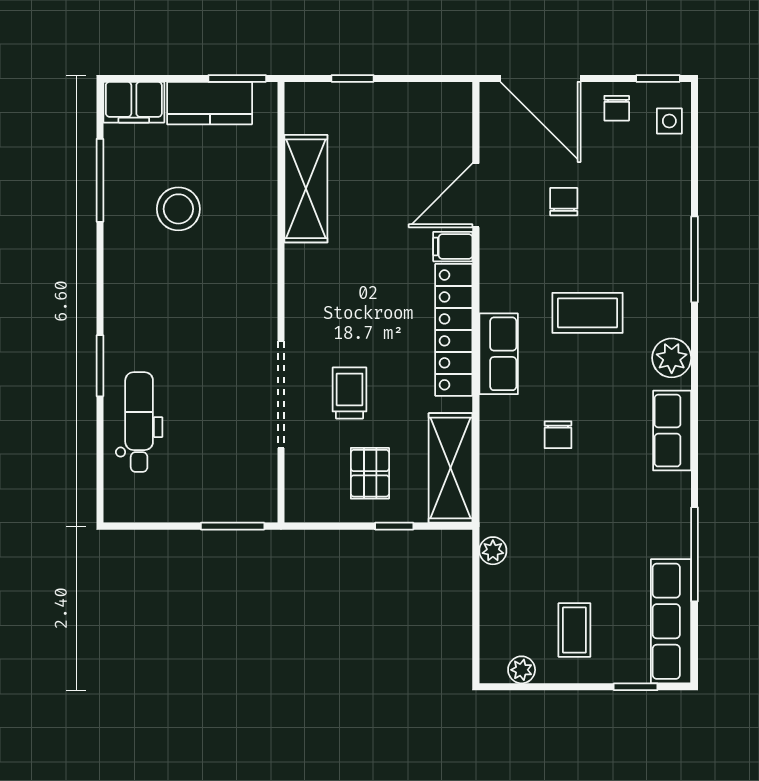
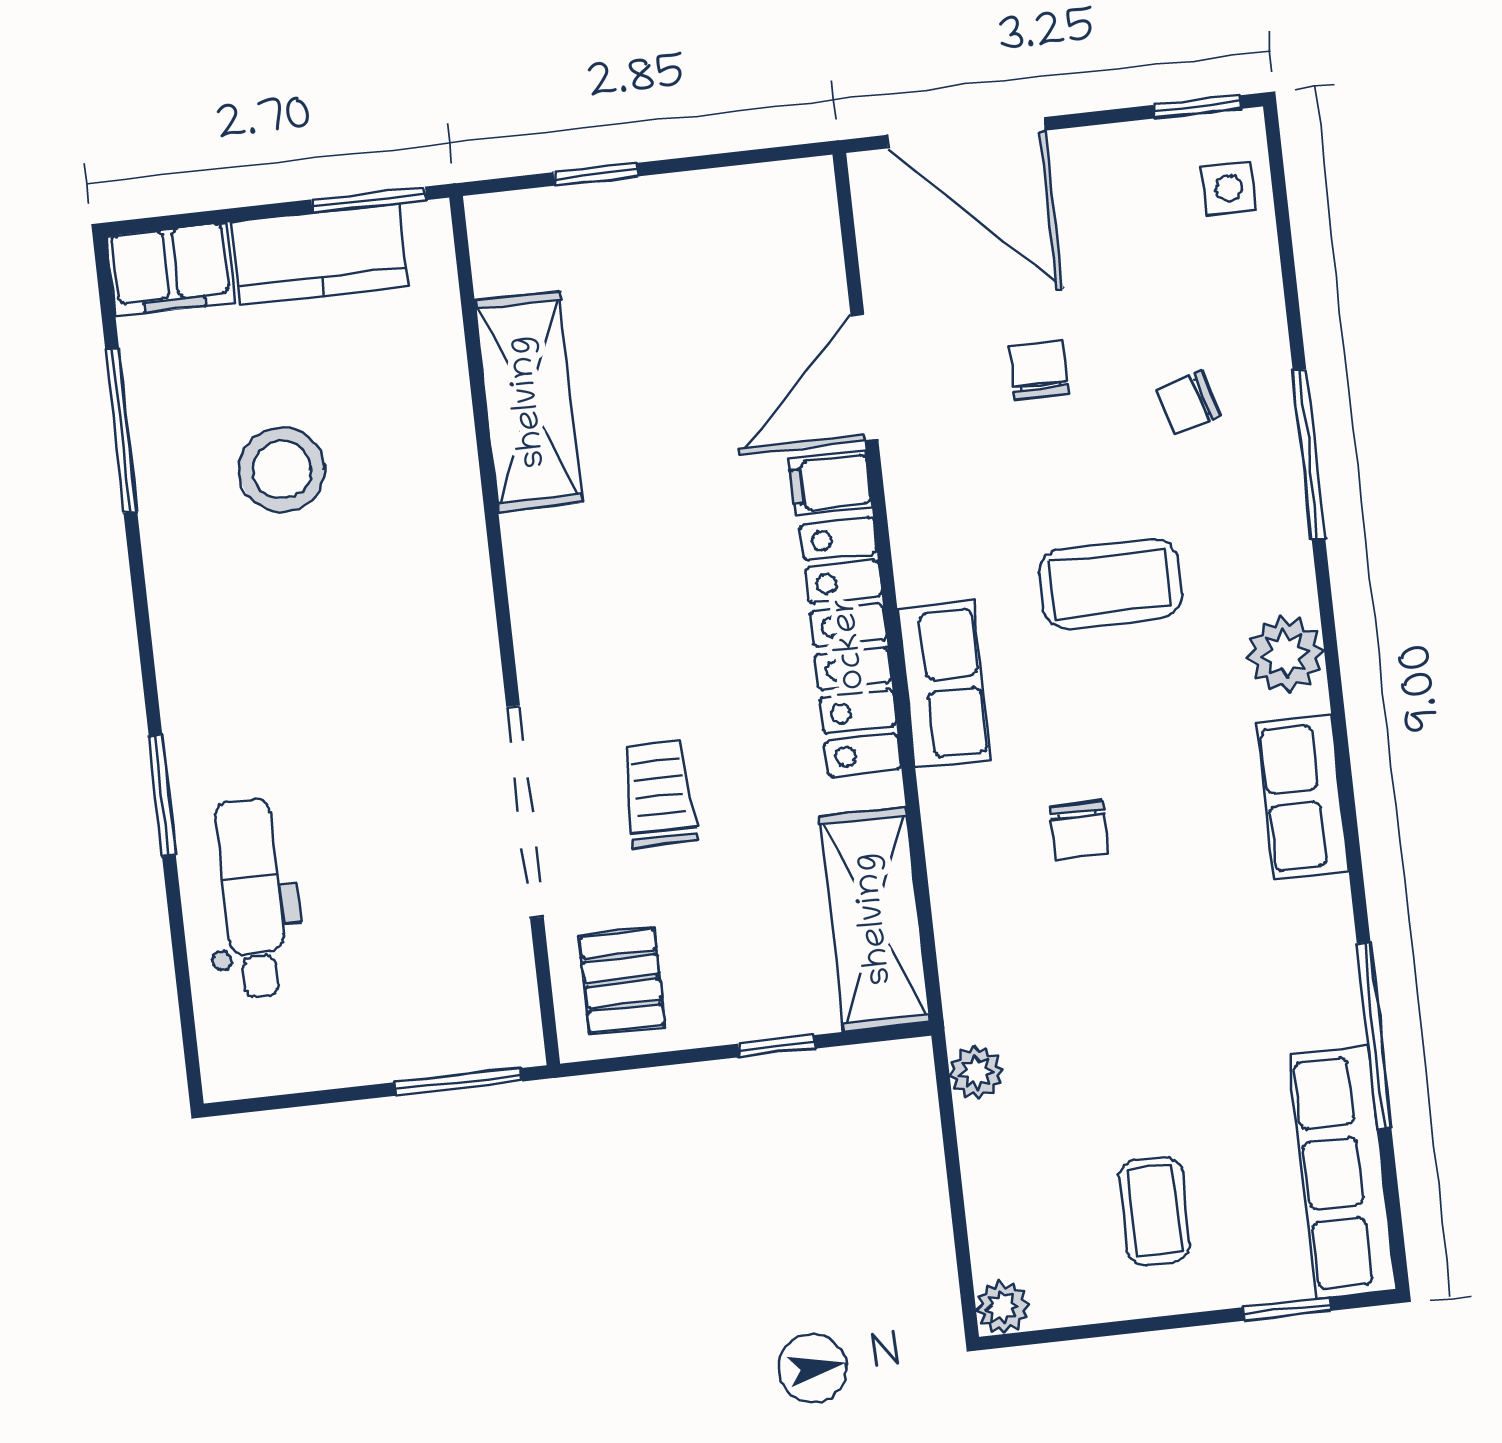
chair: (617, 108) -> (1188, 403), moved, turned 74
pallet: (370, 473) -> (622, 981), moved
plant: (522, 670) -> (1002, 1307), moved

